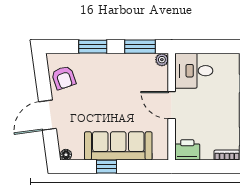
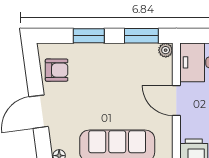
armchair: (64, 78) -> (57, 70), turned -71

